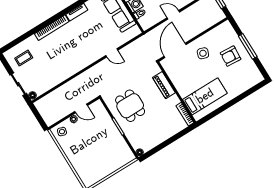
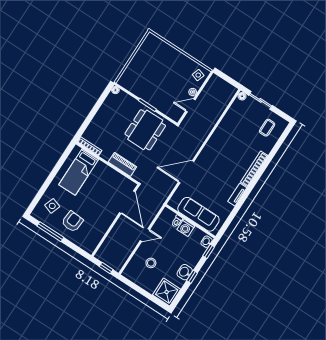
window: (248, 46) -> (50, 232), moved
door: (112, 53) -> (186, 172), width x1.87
side table: (203, 53) -> (52, 206), moved
dining table: (130, 106) -> (145, 130), width x1.38

